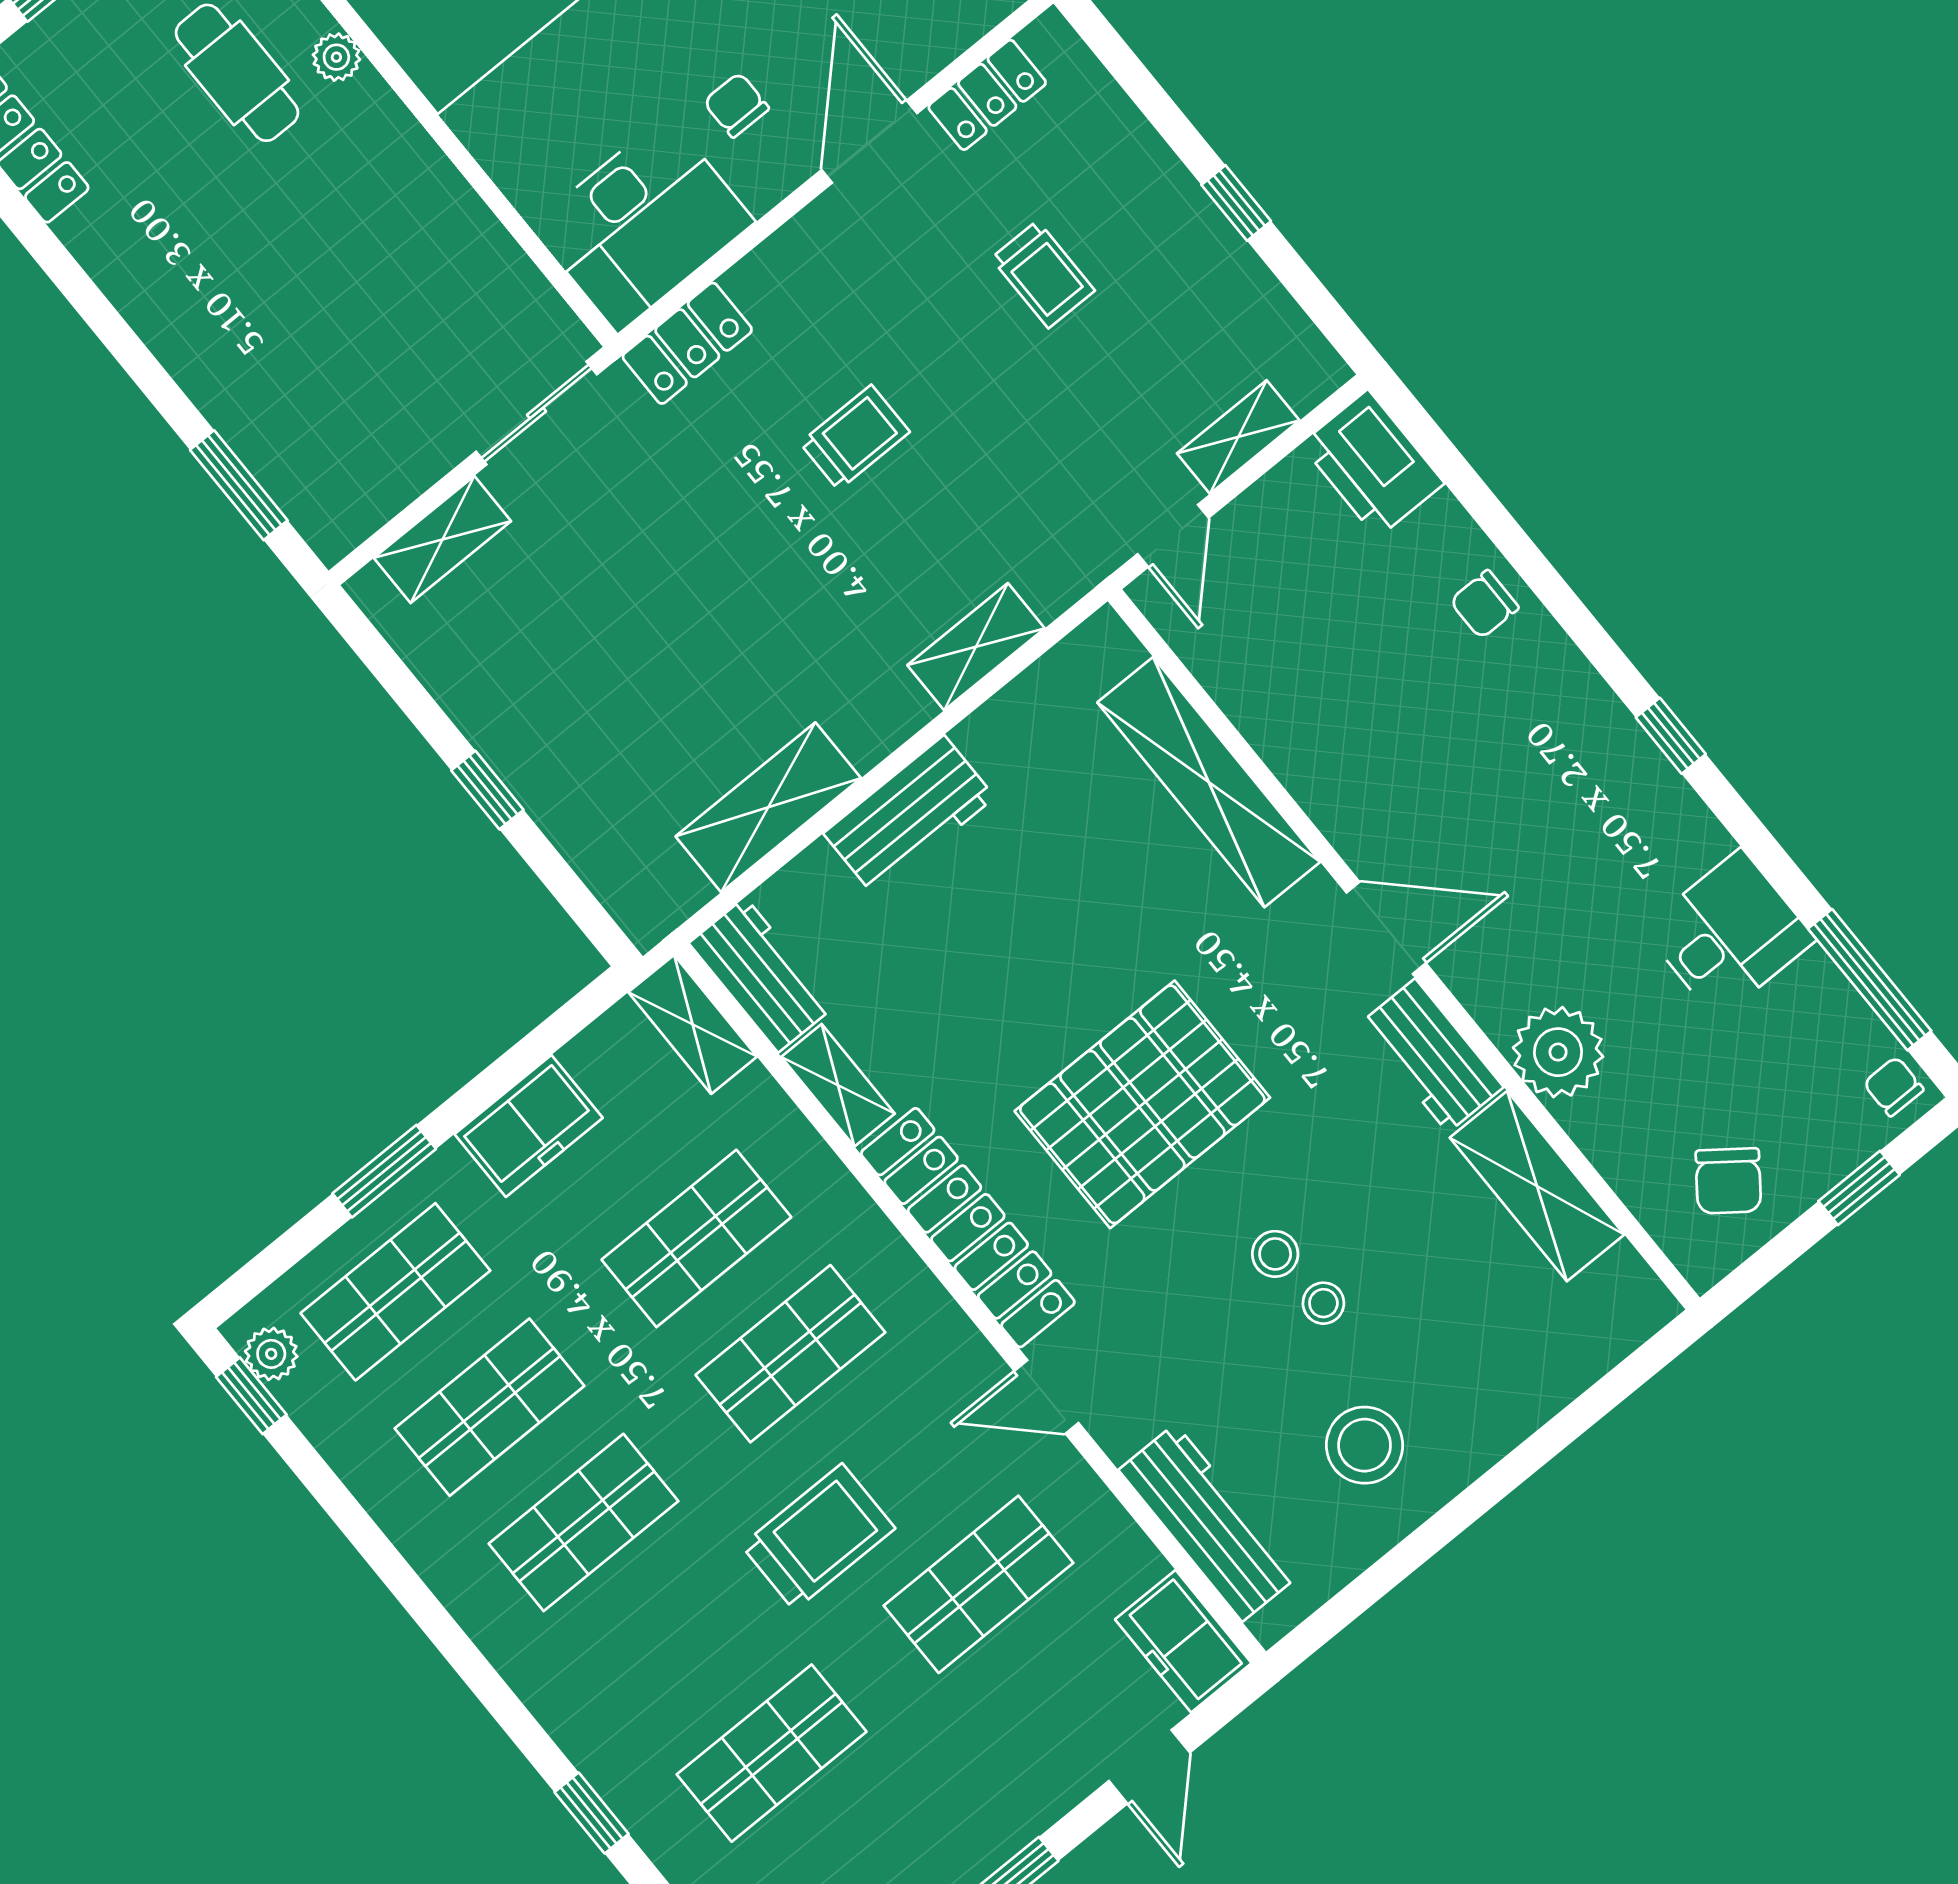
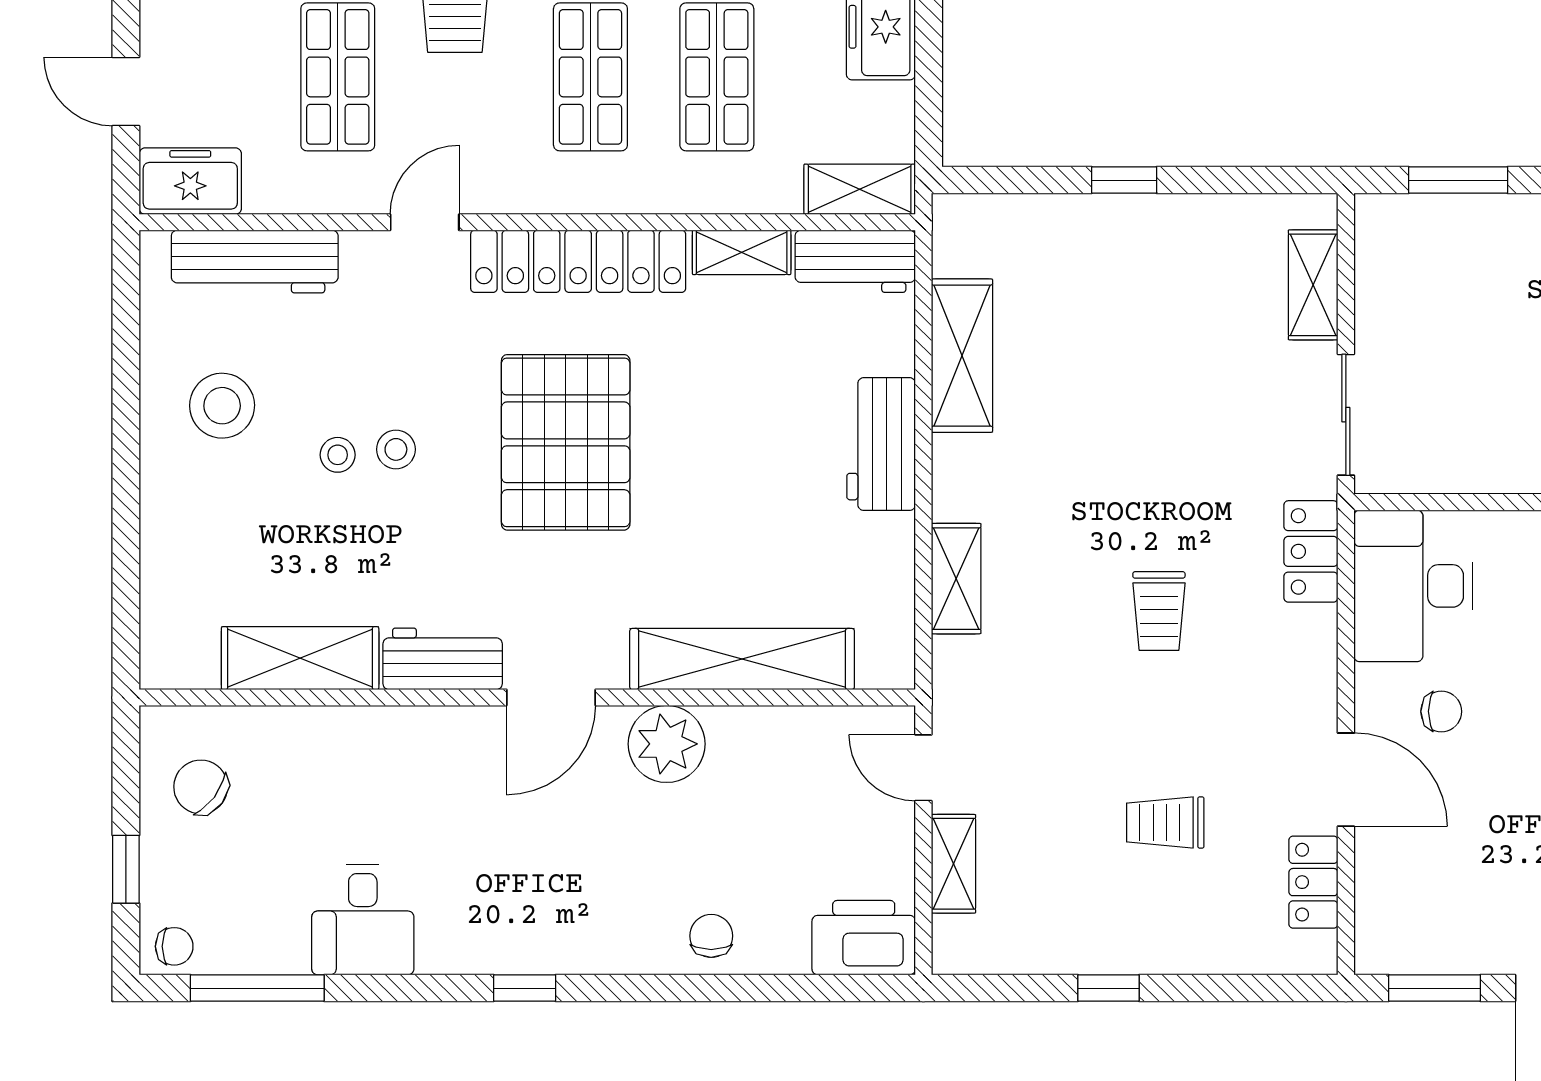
plant: (1558, 1052) -> (667, 744), moved

